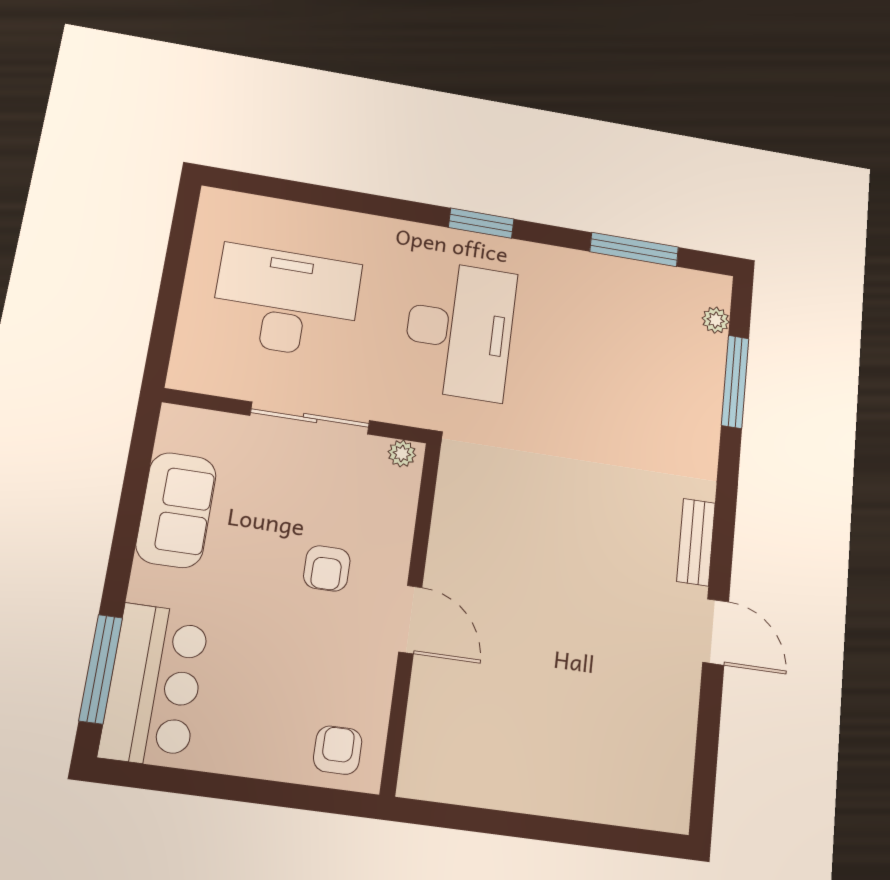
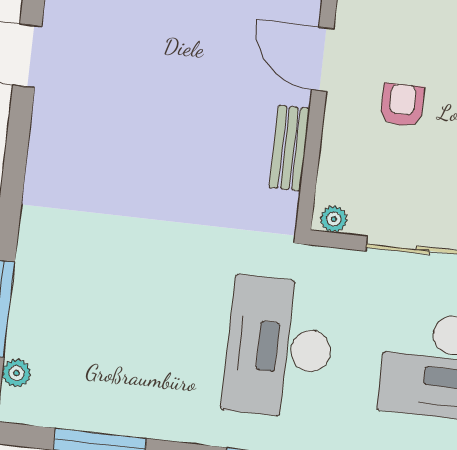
bench: (696, 542) -> (289, 148), moved

